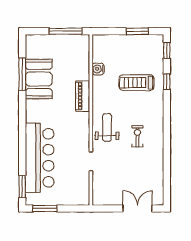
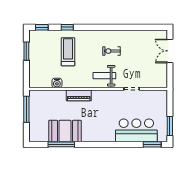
treadmill: (137, 83) -> (68, 52), turned 180
bar counter: (40, 158) -> (136, 130), width x0.73

